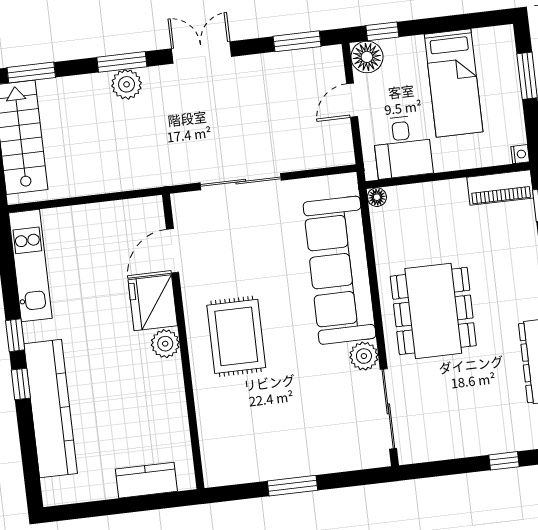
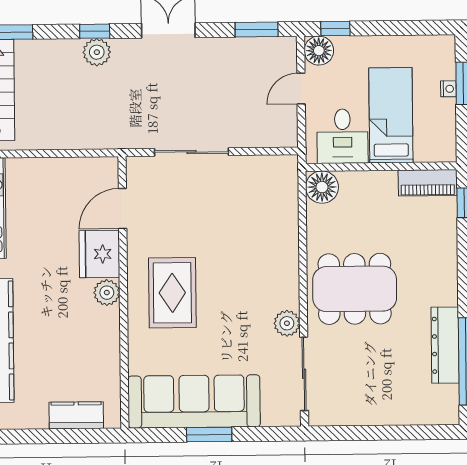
window: (122, 62) -> (95, 31), width x0.67
bed: (454, 83) -> (391, 115), moved, turned 180
nightstand: (520, 154) -> (448, 89), moved
floor lamp: (377, 197) -> (322, 187), width x1.89, depth x1.89
sofa: (339, 270) -> (194, 401), moved, turned 90
dining table: (433, 311) -> (355, 289), turned 90
window: (504, 461) -> (405, 433), removed

